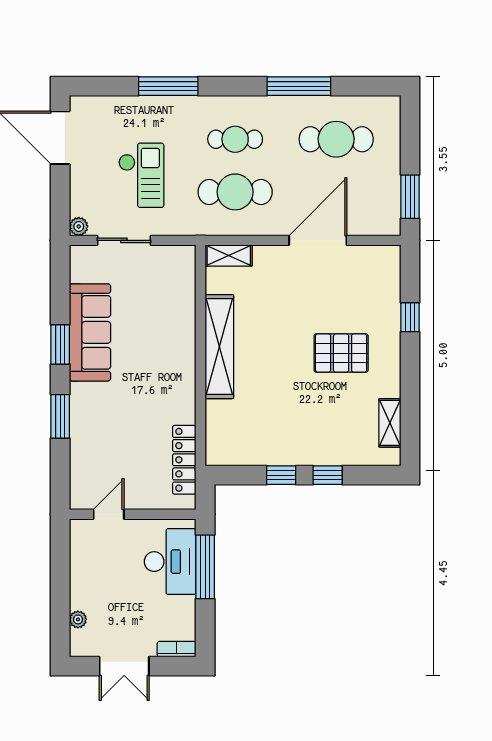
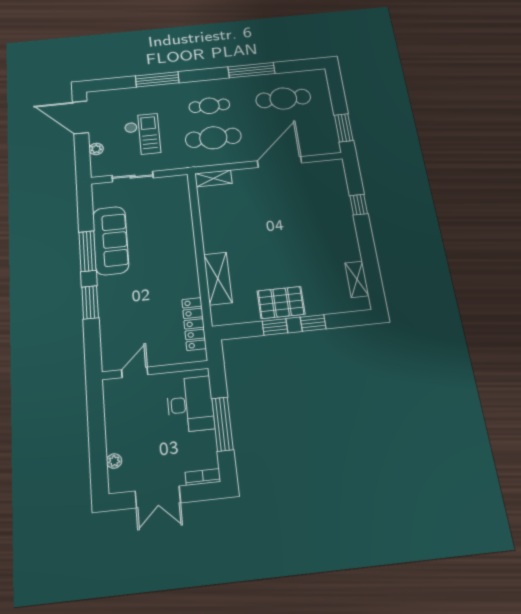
plant: (79, 226) -> (96, 149), moved
window: (60, 345) -> (87, 251), width x1.44
shelving: (219, 347) -> (218, 278), moved, width x0.68
pallet: (341, 353) -> (281, 303), moved
window: (205, 567) -> (223, 424), moved

